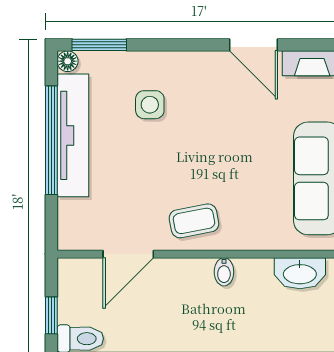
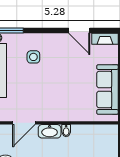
coffee table: (194, 221) -> (53, 108), removed
washbasin: (300, 273) -> (50, 131), moved

